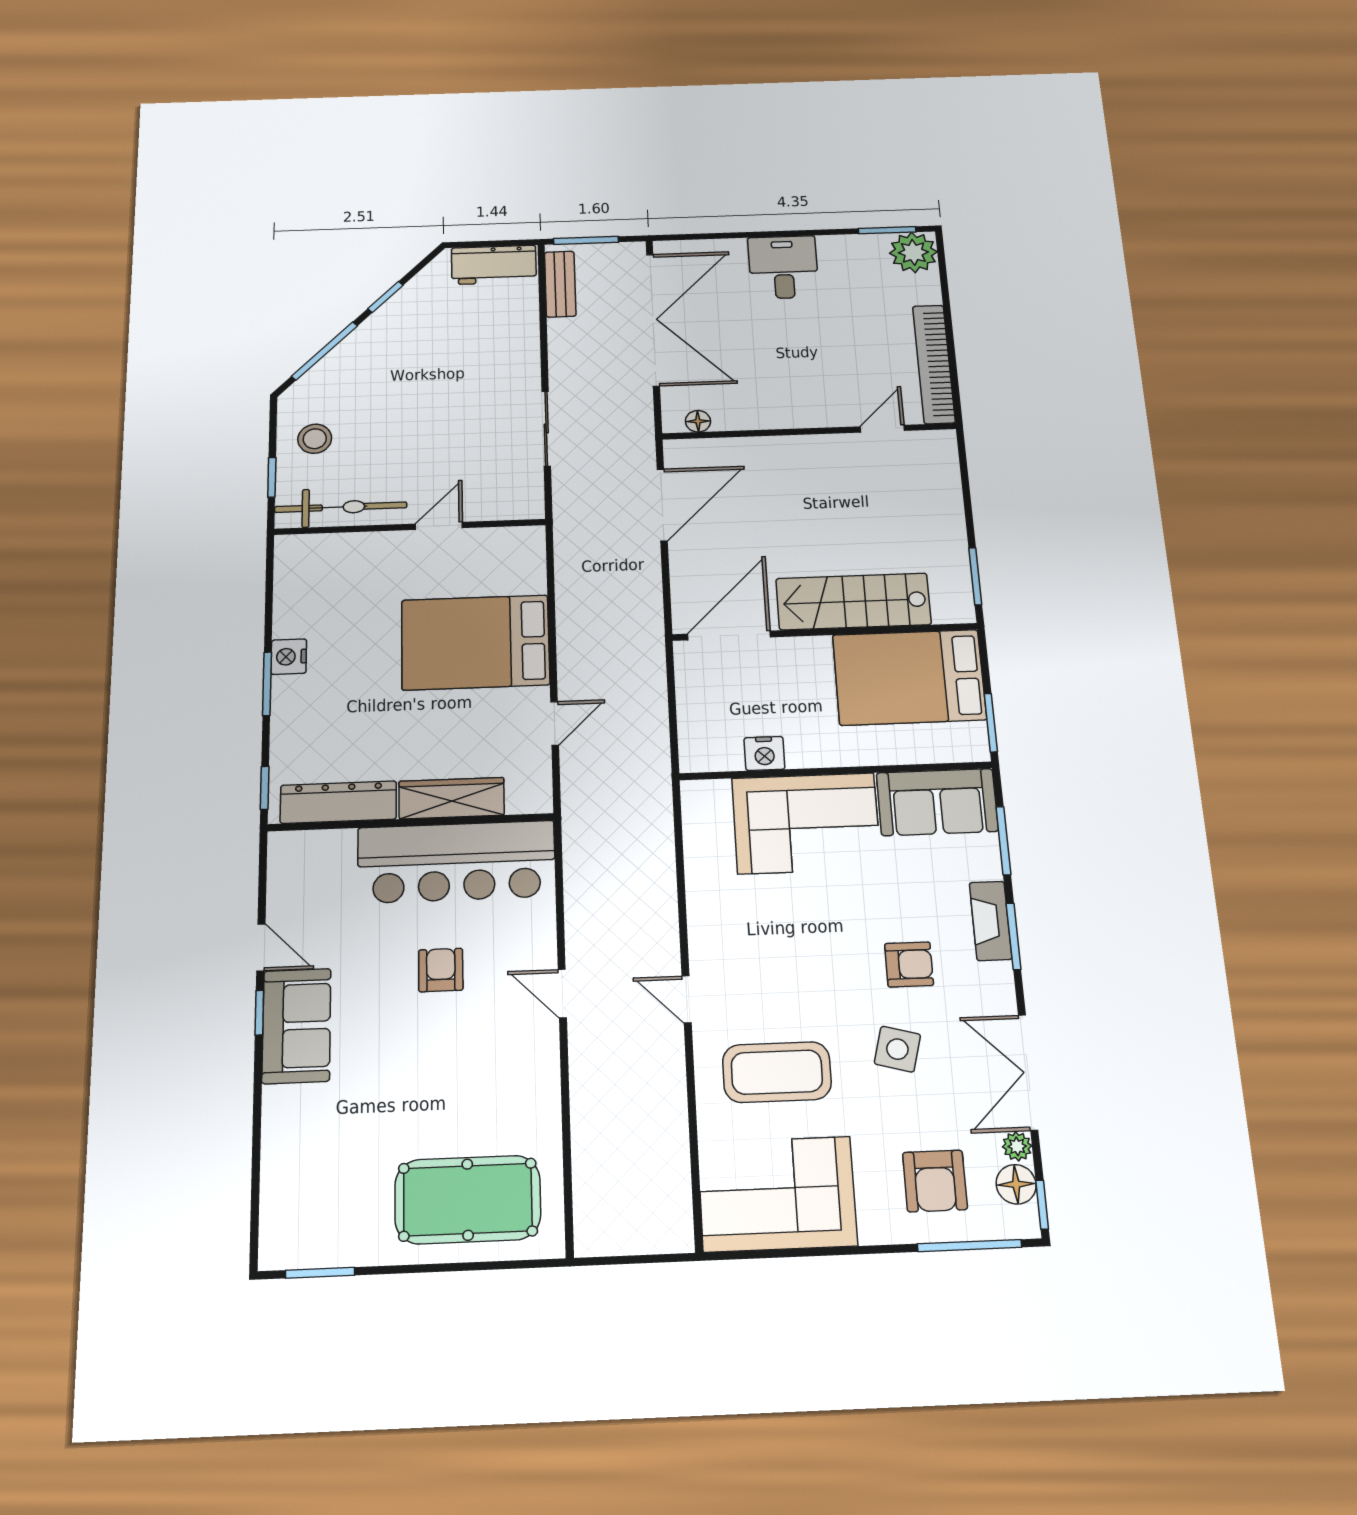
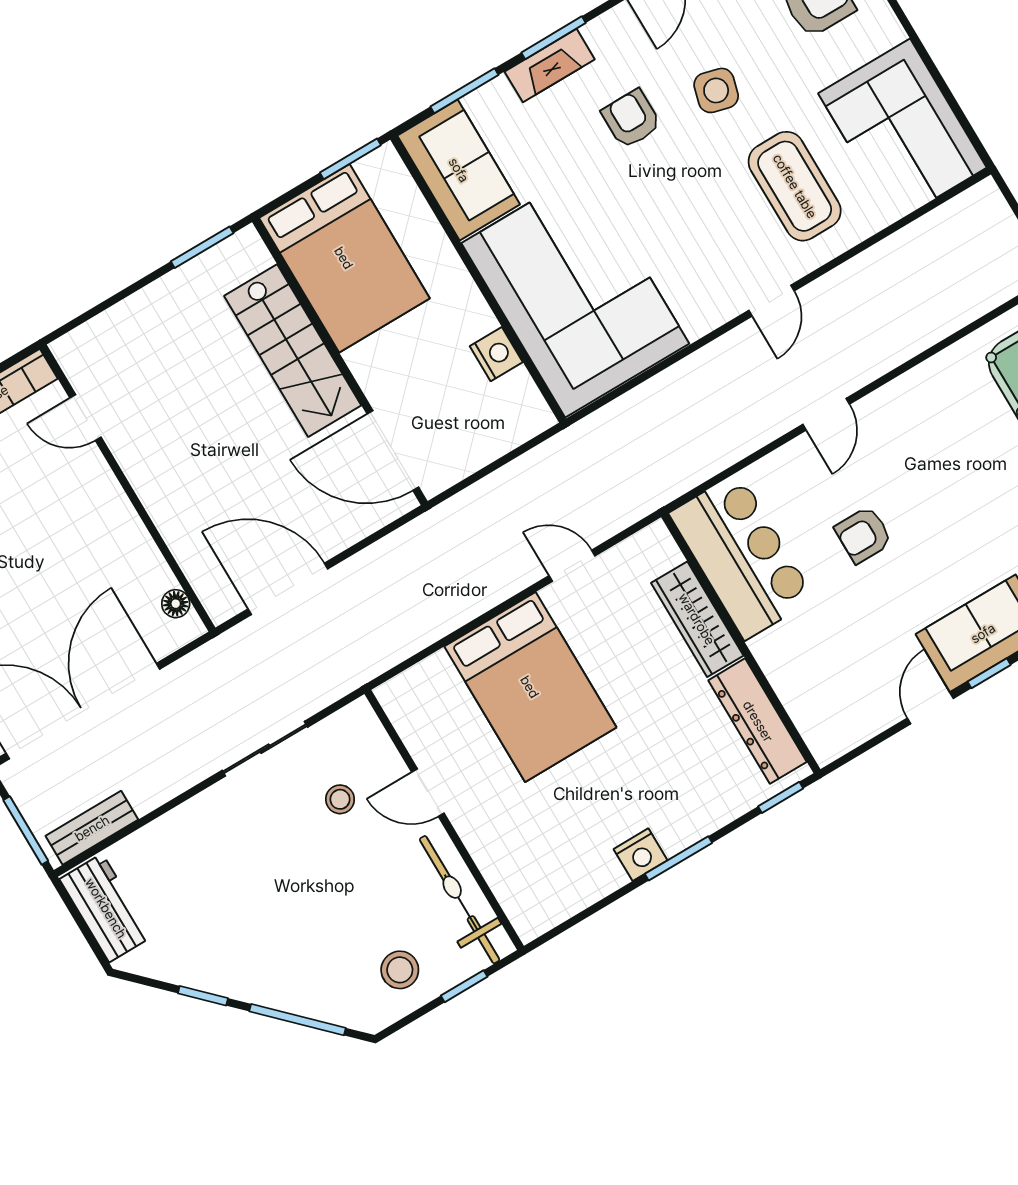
stool: (474, 461) -> (340, 799), added
corner sofa: (806, 823) -> (575, 293), width x1.36, depth x1.36
bar counter: (456, 862) -> (742, 556), width x0.73

